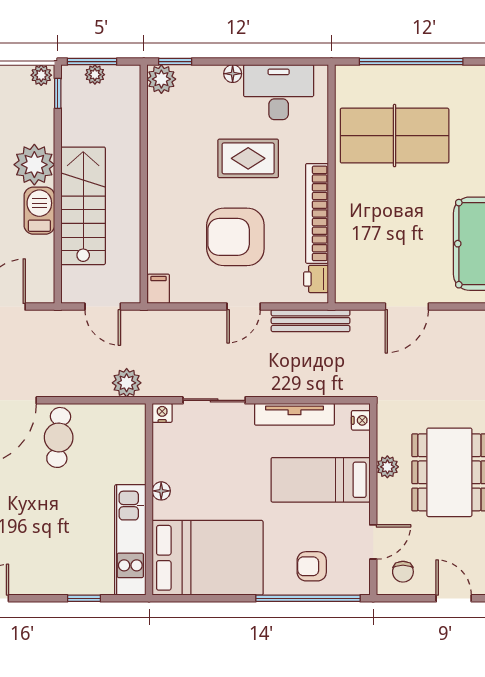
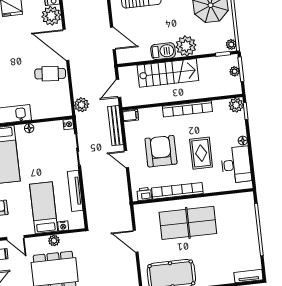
table tennis table: (395, 136) -> (188, 223), moved, turned 90
bookcase: (158, 176) -> (187, 109), added
bench: (311, 321) -> (115, 126), moved
nightstand: (361, 420) -> (63, 226), moved

